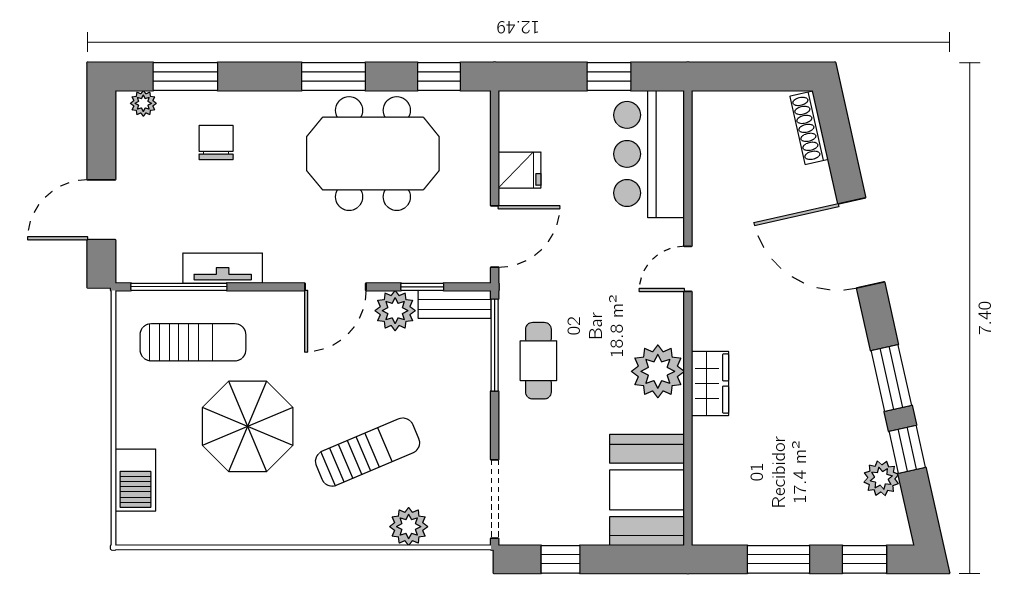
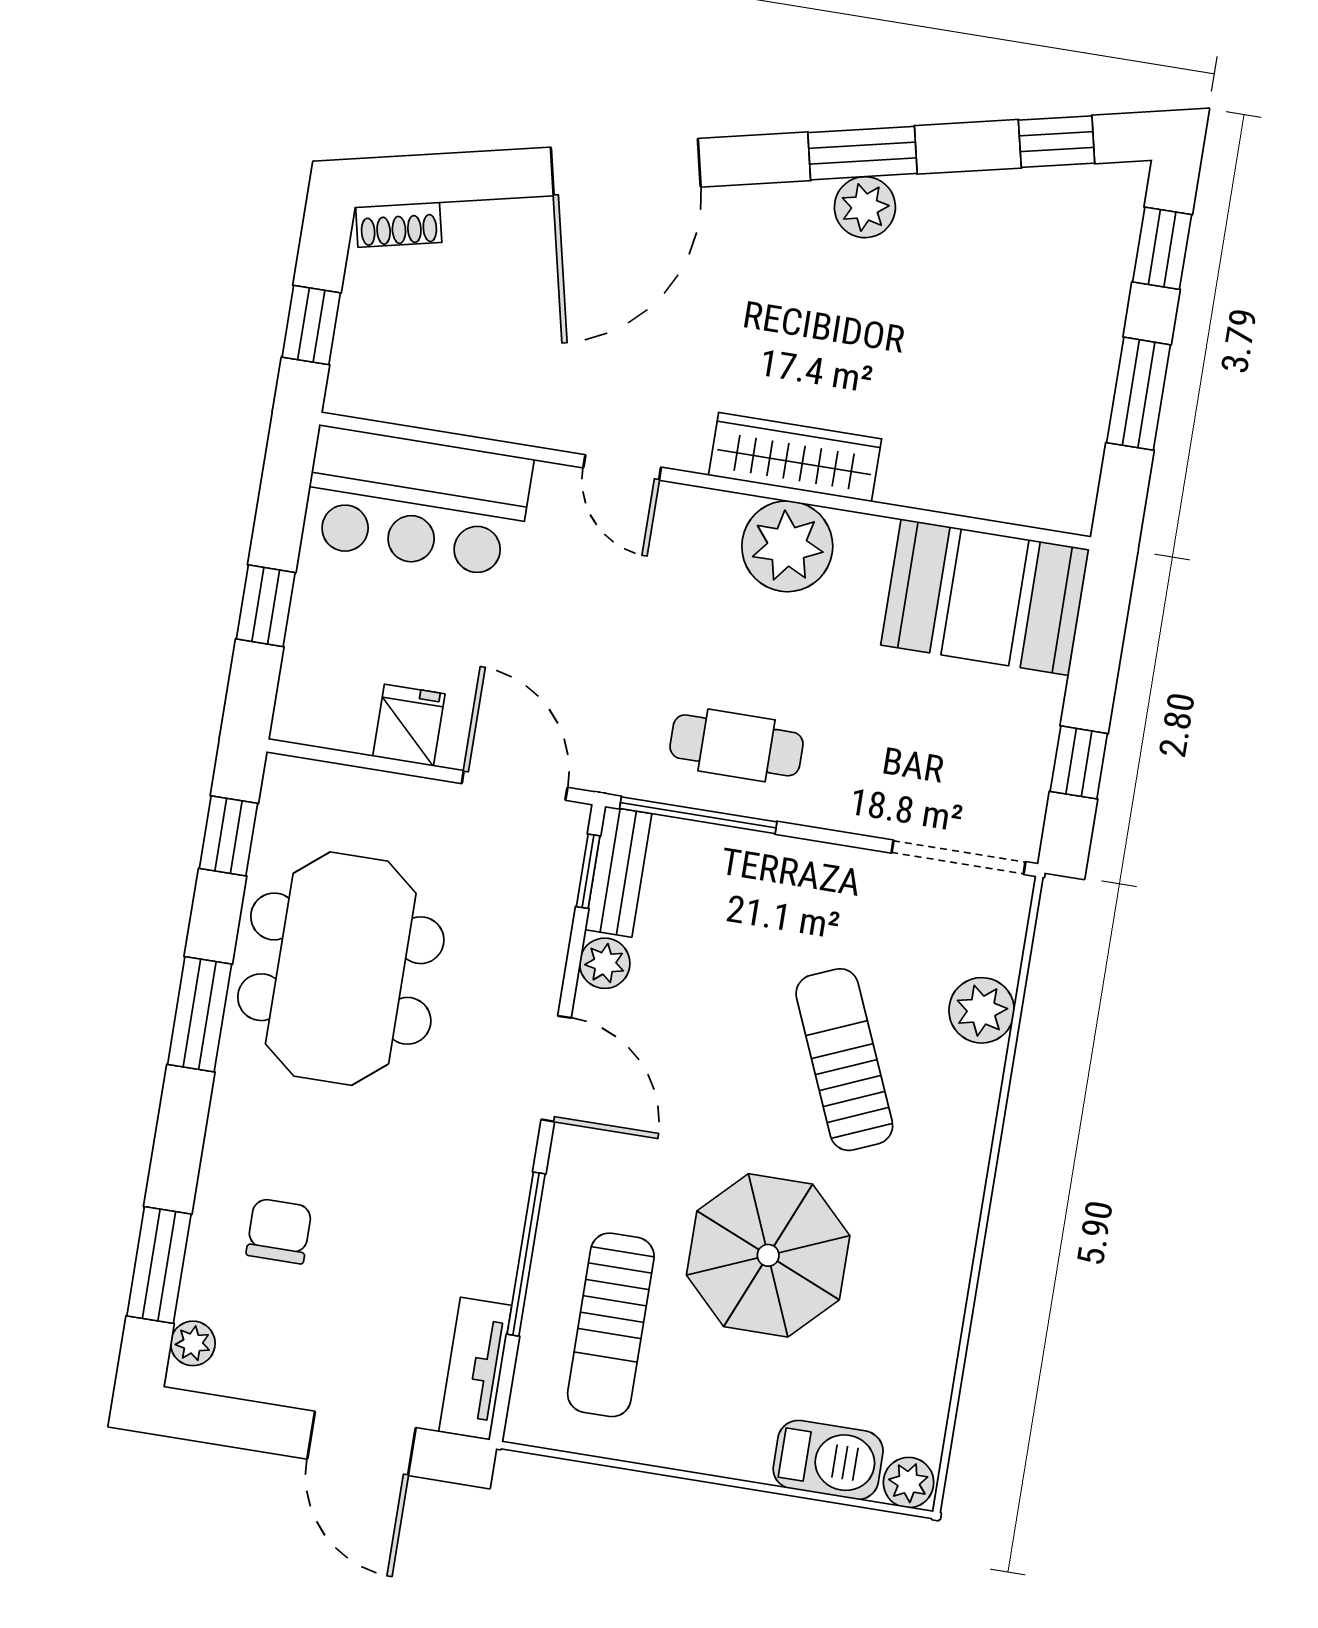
window: (609, 77) -> (266, 606), moved
window: (741, 77) -> (311, 325), added
shoe rack: (809, 128) -> (399, 225), width x0.70
chair: (216, 142) -> (279, 1231), turned 90
tv unit: (223, 268) -> (475, 1368), moved
window: (179, 287) -> (526, 1254), moved
window: (422, 287) -> (588, 871), moved
plant: (395, 311) -> (605, 963), width x0.73, depth x0.73
sun lounger: (193, 342) -> (611, 1325), turned 180
wardrobe: (710, 383) -> (795, 457), width x1.50
window: (907, 449) -> (1057, 142), moved
plant: (881, 478) -> (865, 207), moved
plant: (130, 528) -> (909, 1483), added

